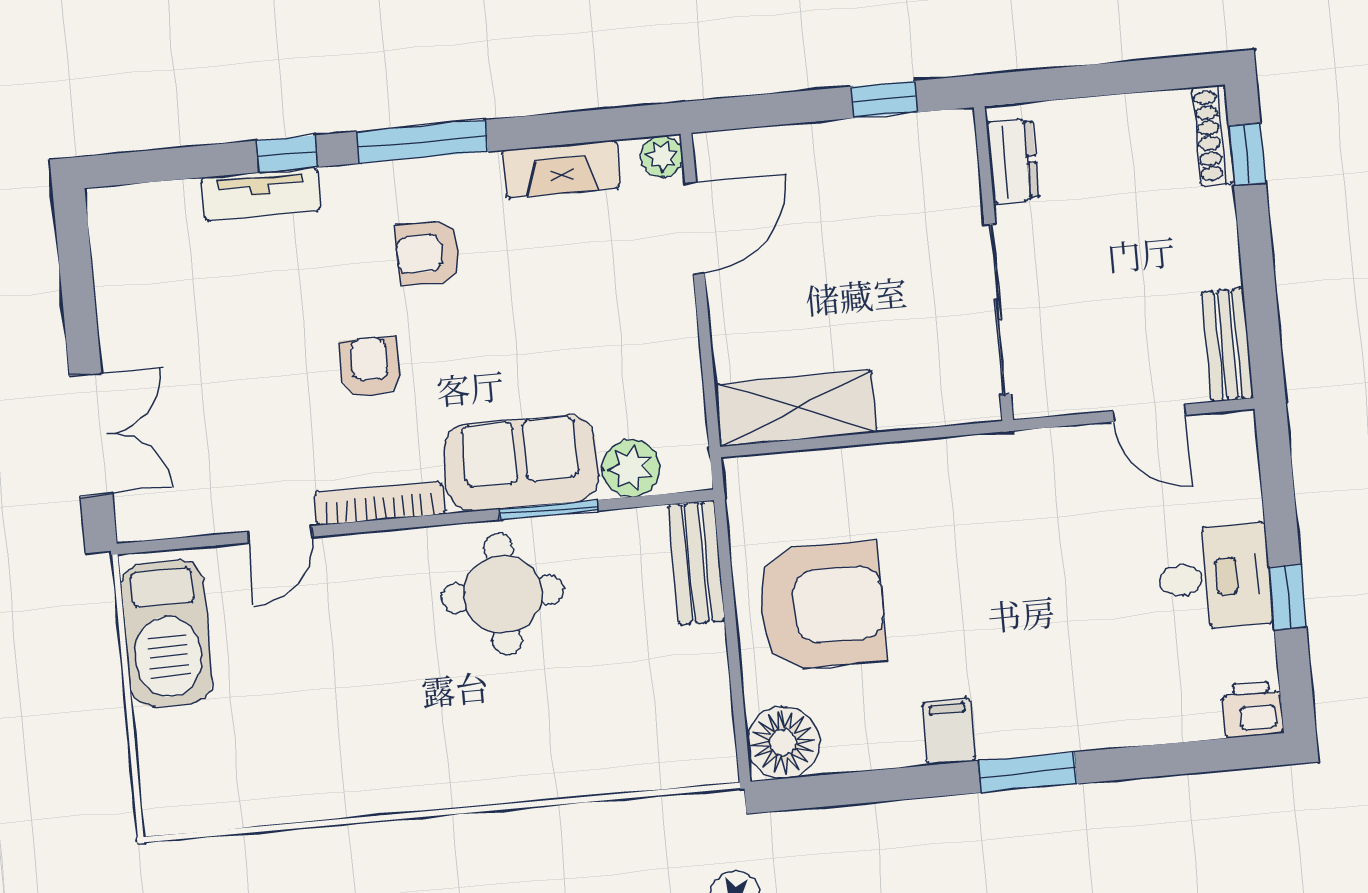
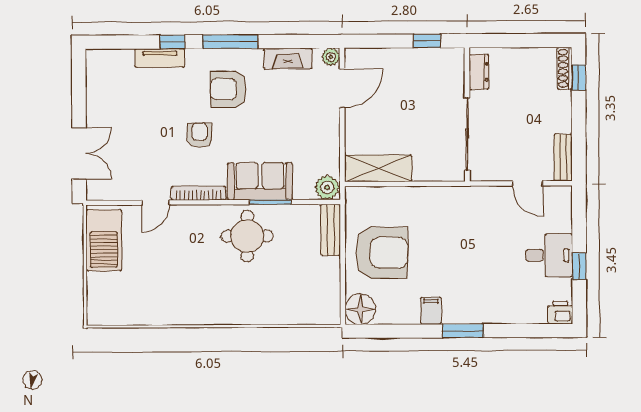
armchair: (428, 253) -> (228, 89), width x1.38, depth x1.38
plant: (631, 468) -> (327, 187), moved

